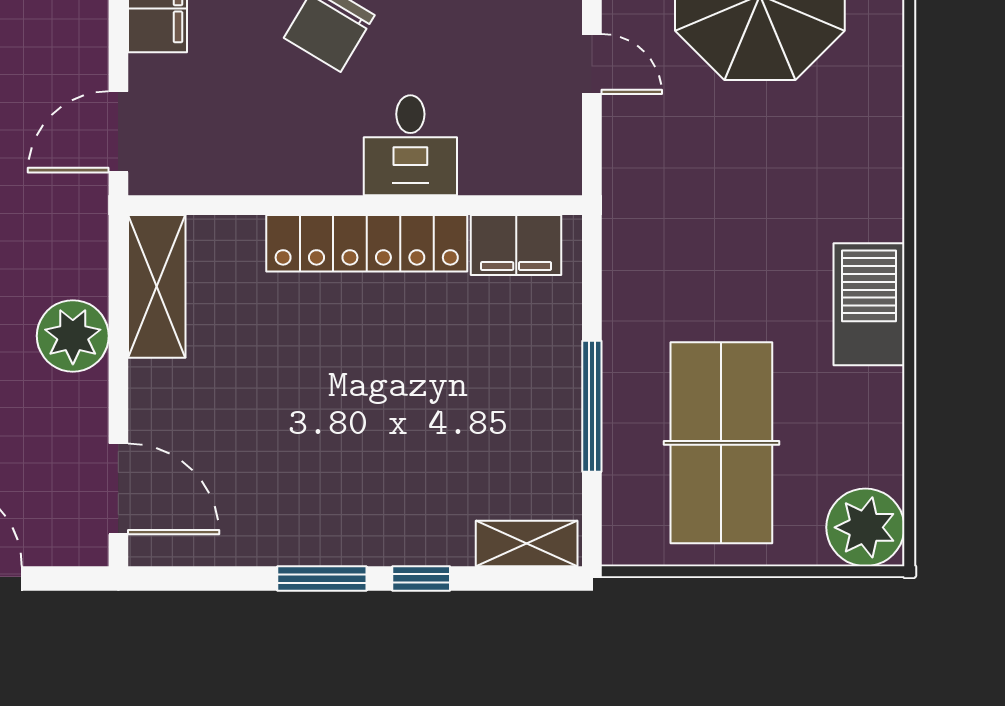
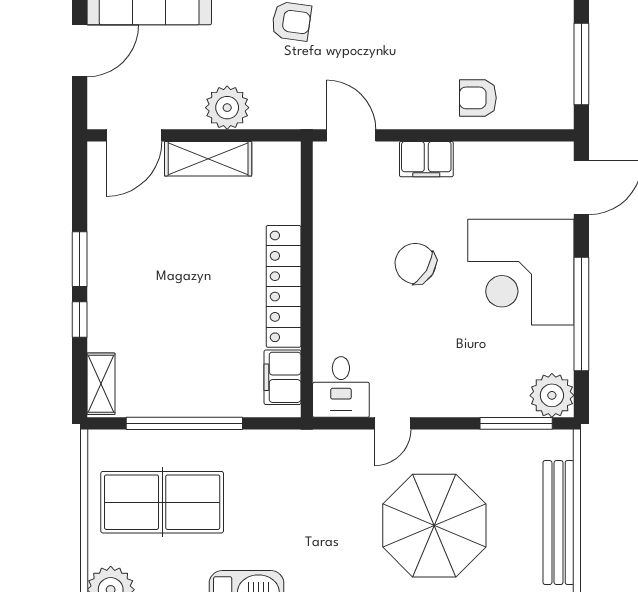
desk: (410, 145) -> (341, 387), moved, turned -90
shelving: (157, 286) -> (208, 159), moved
window: (592, 406) -> (184, 423), width x1.46

